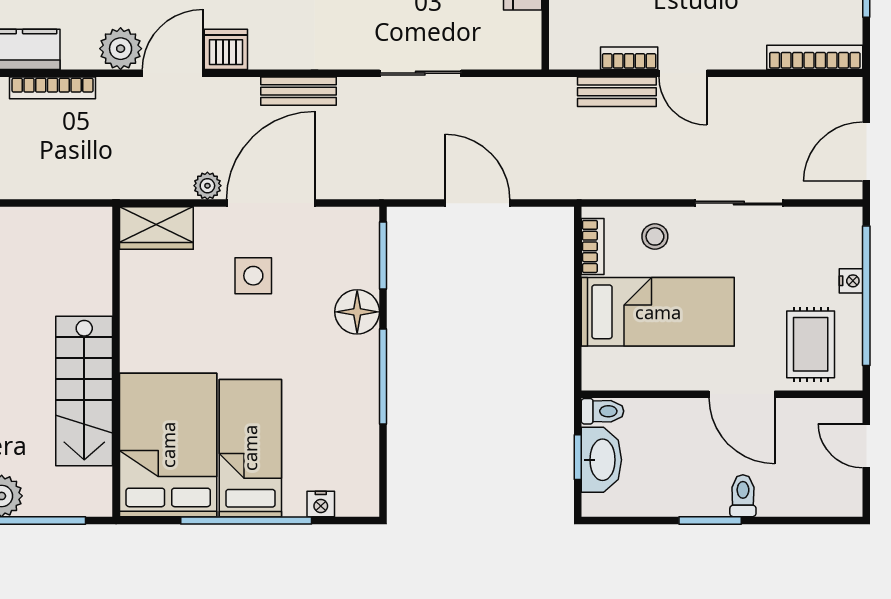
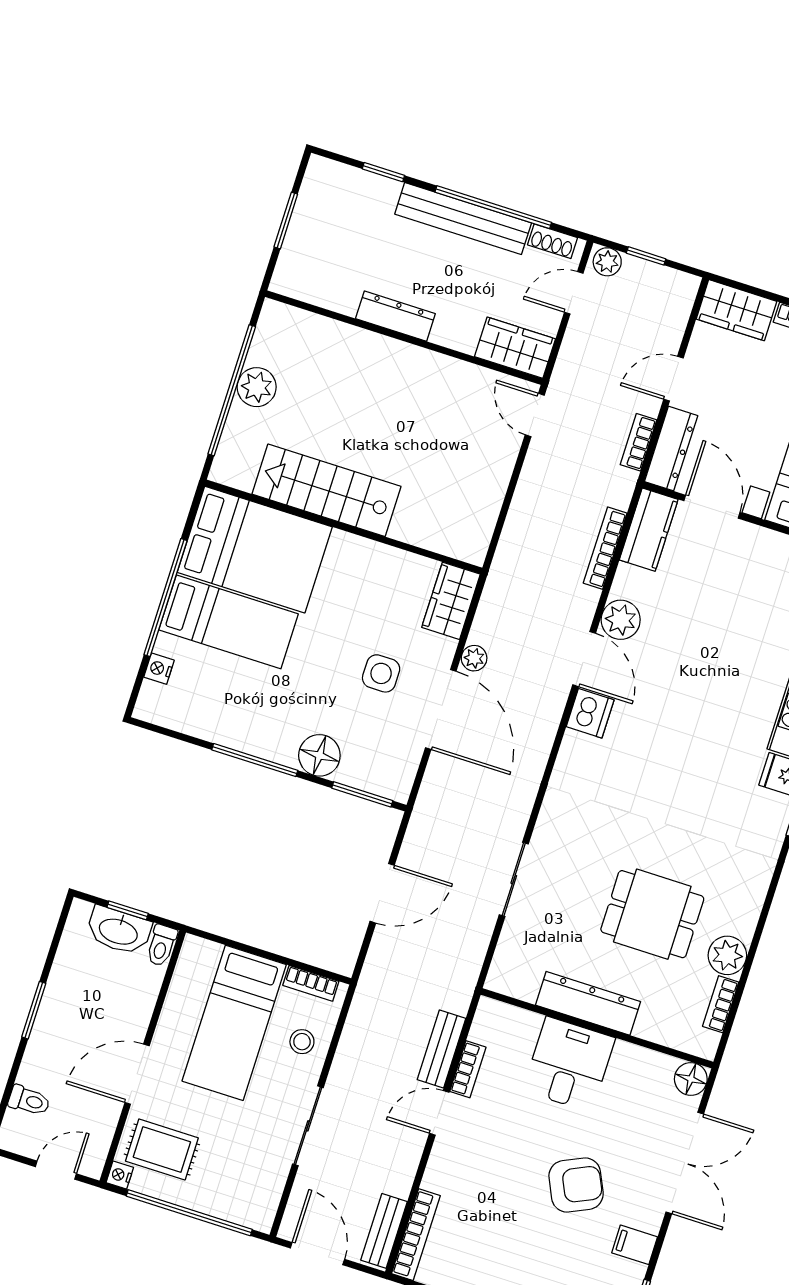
bench: (298, 91) -> (384, 1231), moved
nightstand: (851, 281) -> (120, 1175), moved, turned 90
toilet: (743, 496) -> (29, 1101), moved

